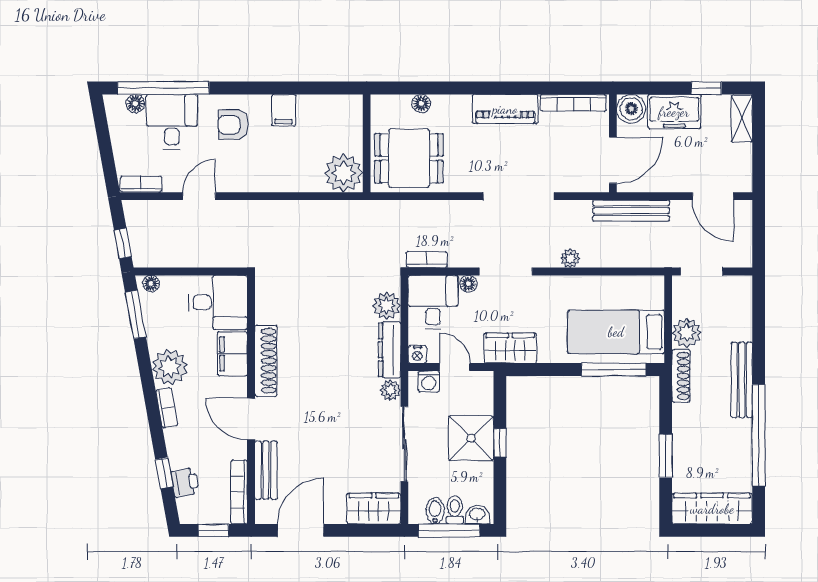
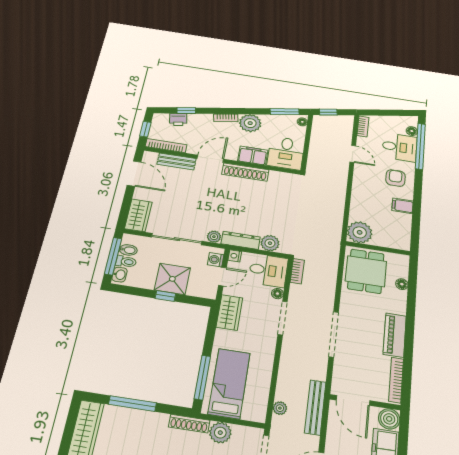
plant: (570, 258) -> (280, 408), moved
window: (666, 456) -> (132, 404), width x1.44

